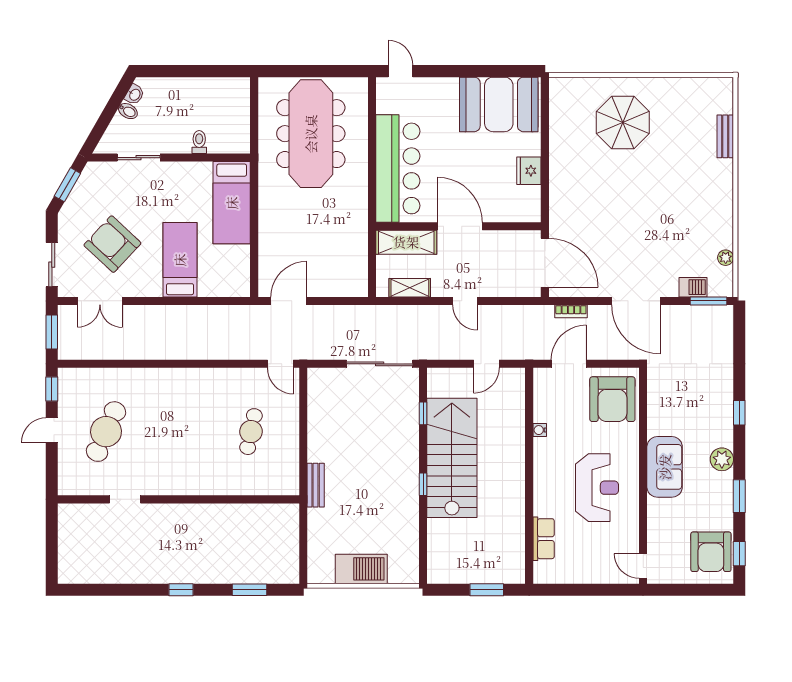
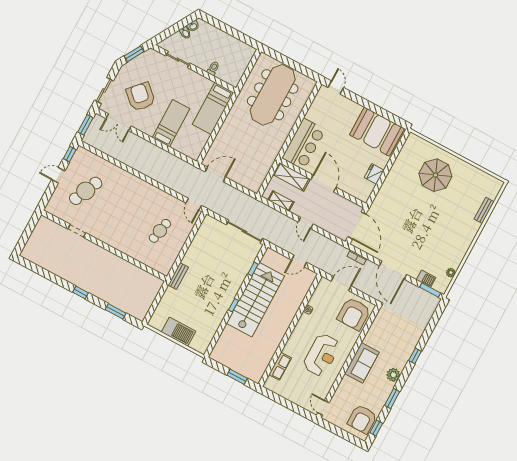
bar counter: (398, 168) -> (304, 144), width x0.73

